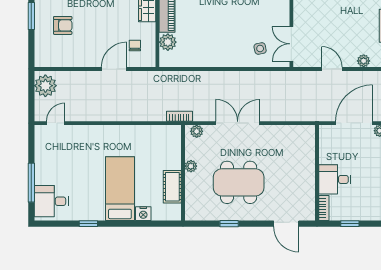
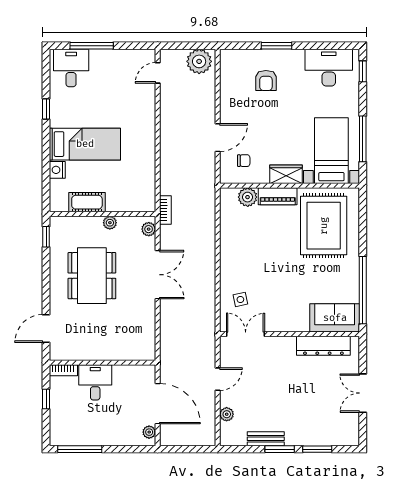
door: (114, 69) -> (218, 138), hinge flipped
door: (56, 123) -> (158, 73), swing flipped
window: (229, 224) -> (46, 237), moved

